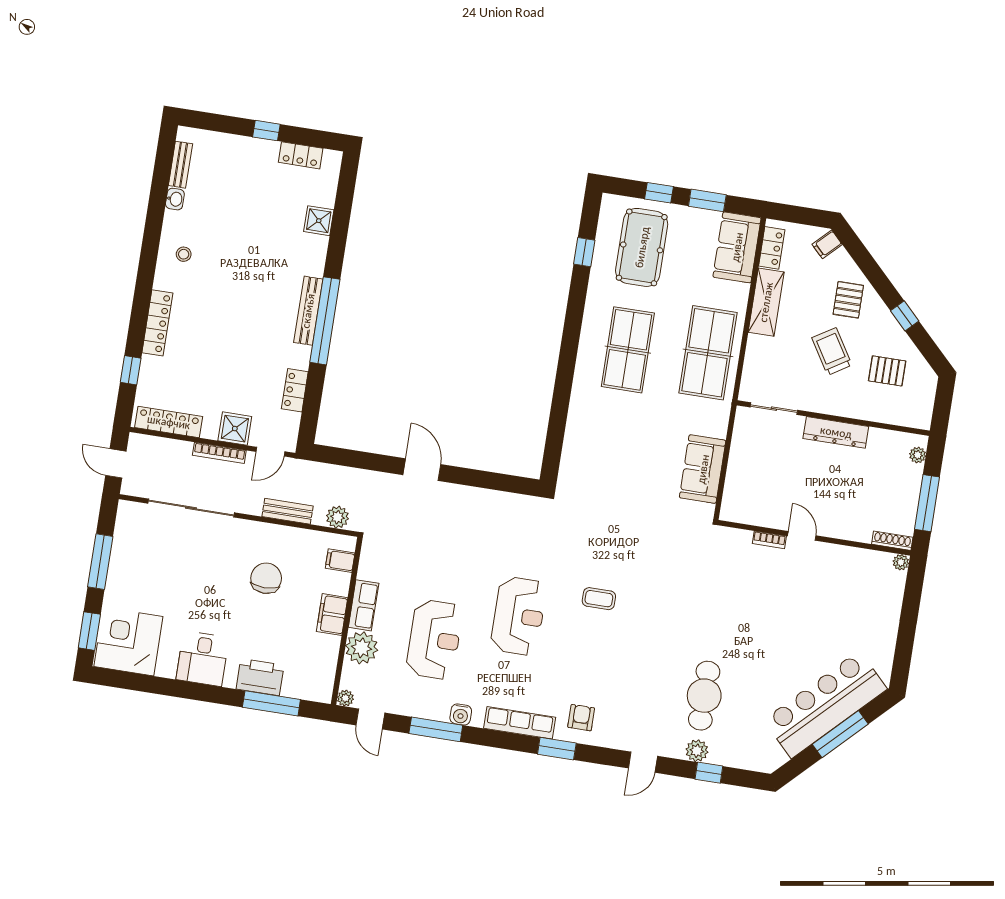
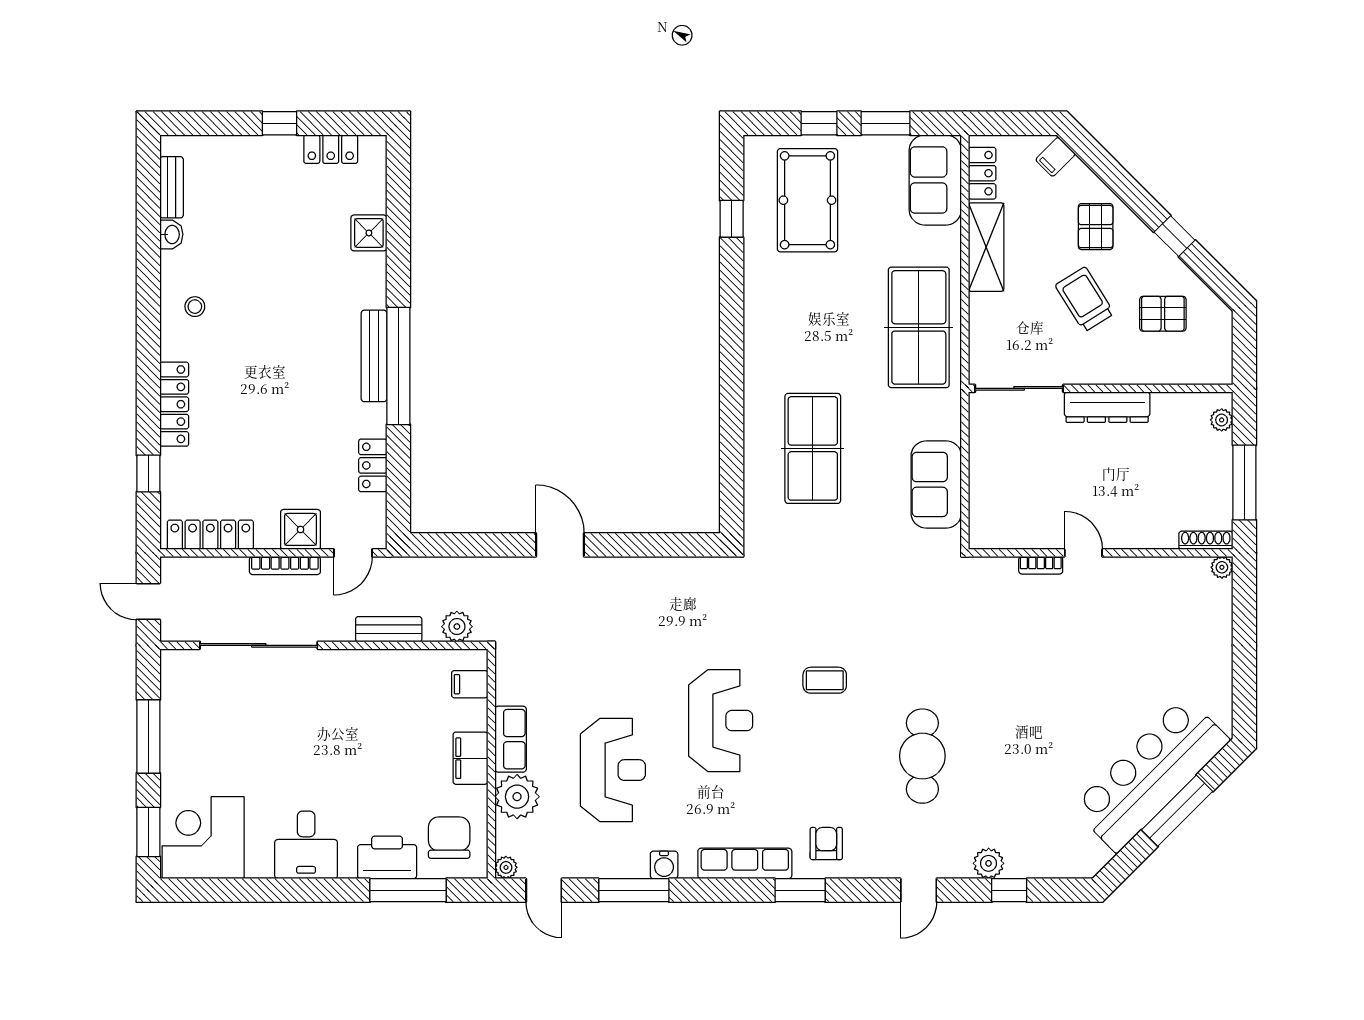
table tennis table: (628, 350) -> (813, 448), moved
sliding door: (774, 409) -> (1019, 388), width x1.37
chair: (266, 578) -> (449, 838), moved
cafe table: (704, 696) -> (922, 756), moved

